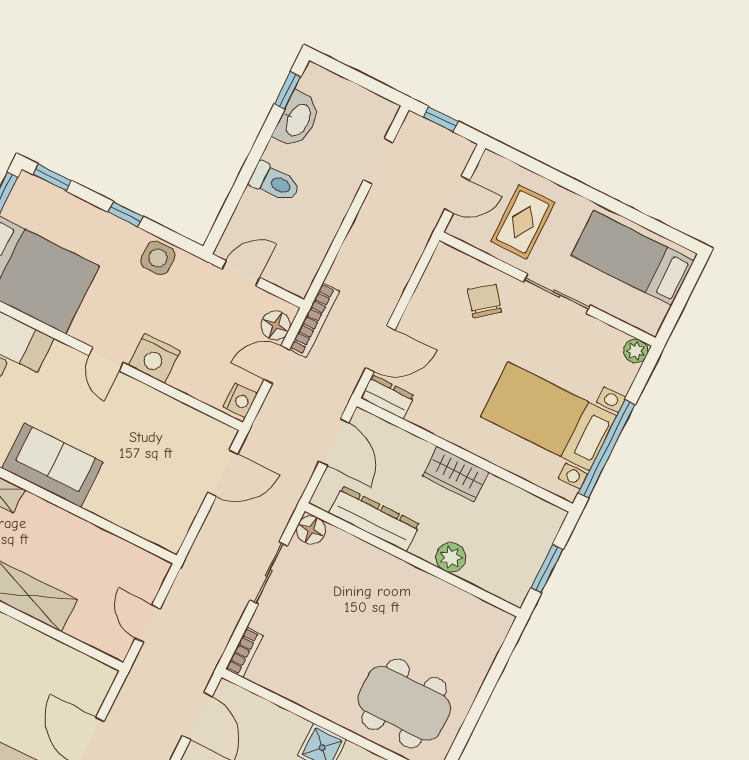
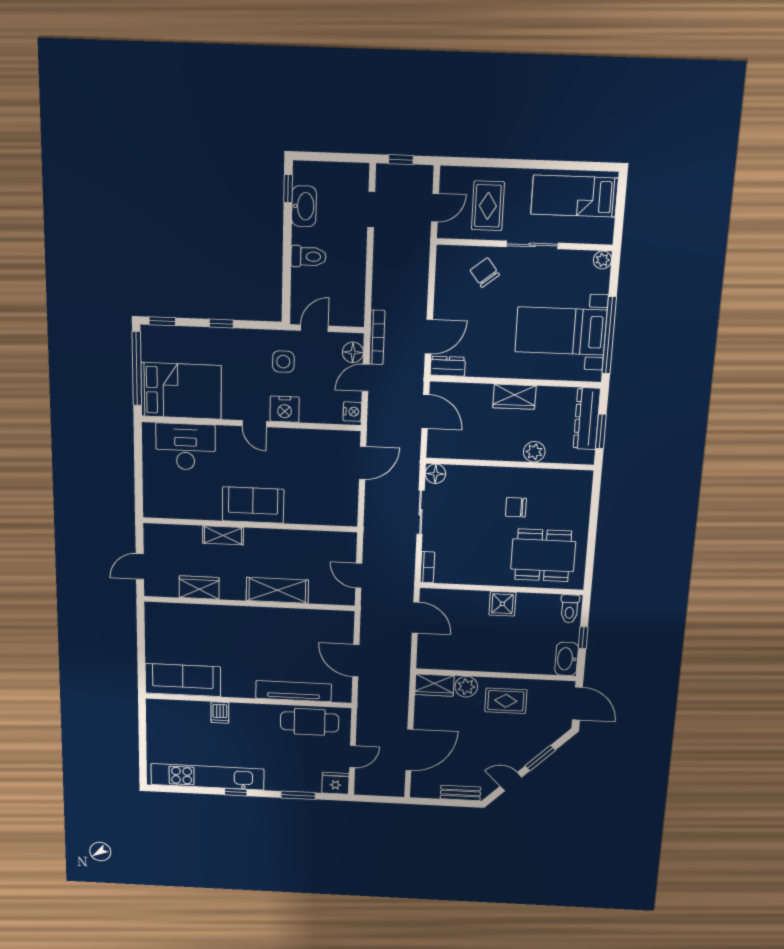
side table: (158, 258) -> (283, 362), moved
dresser: (374, 519) -> (587, 419), moved, turned -90
chair: (396, 622) -> (516, 507), added

